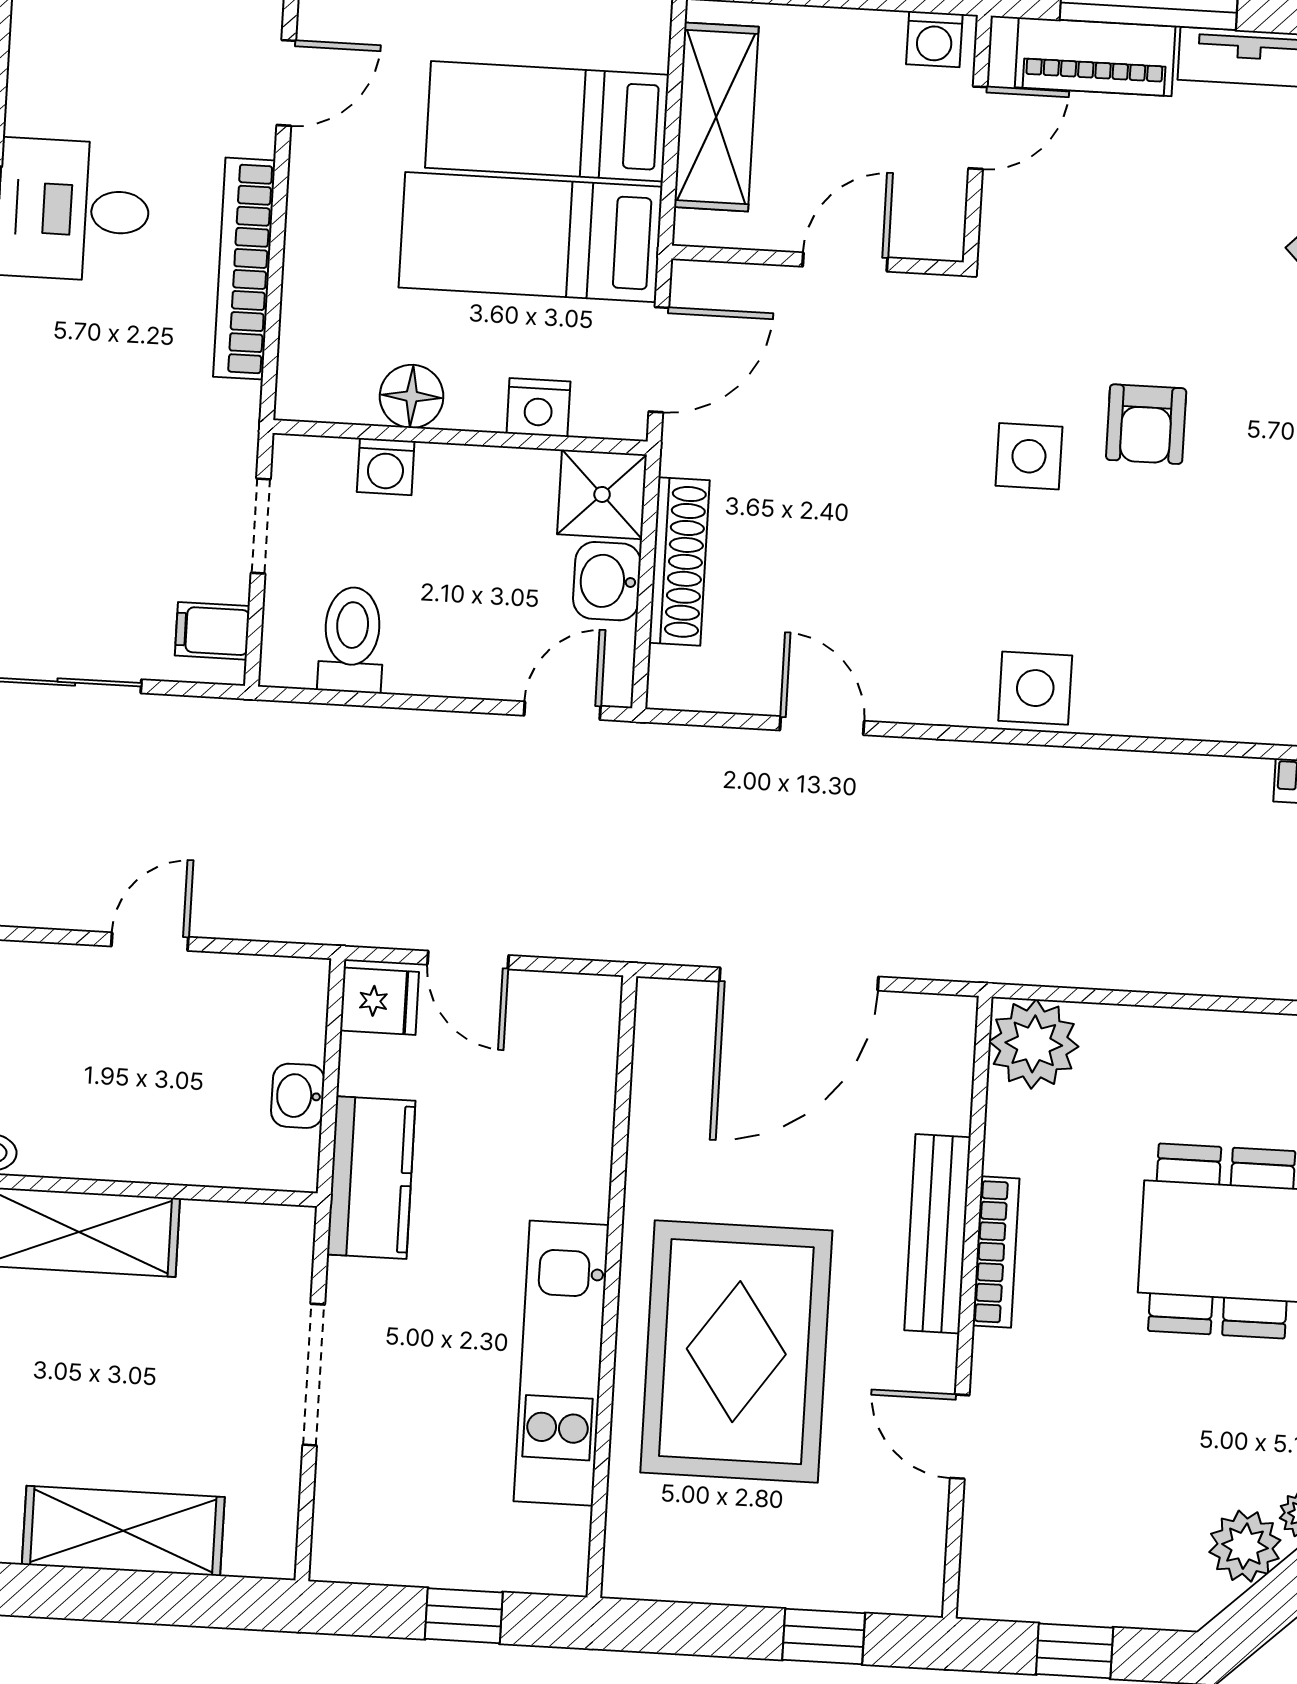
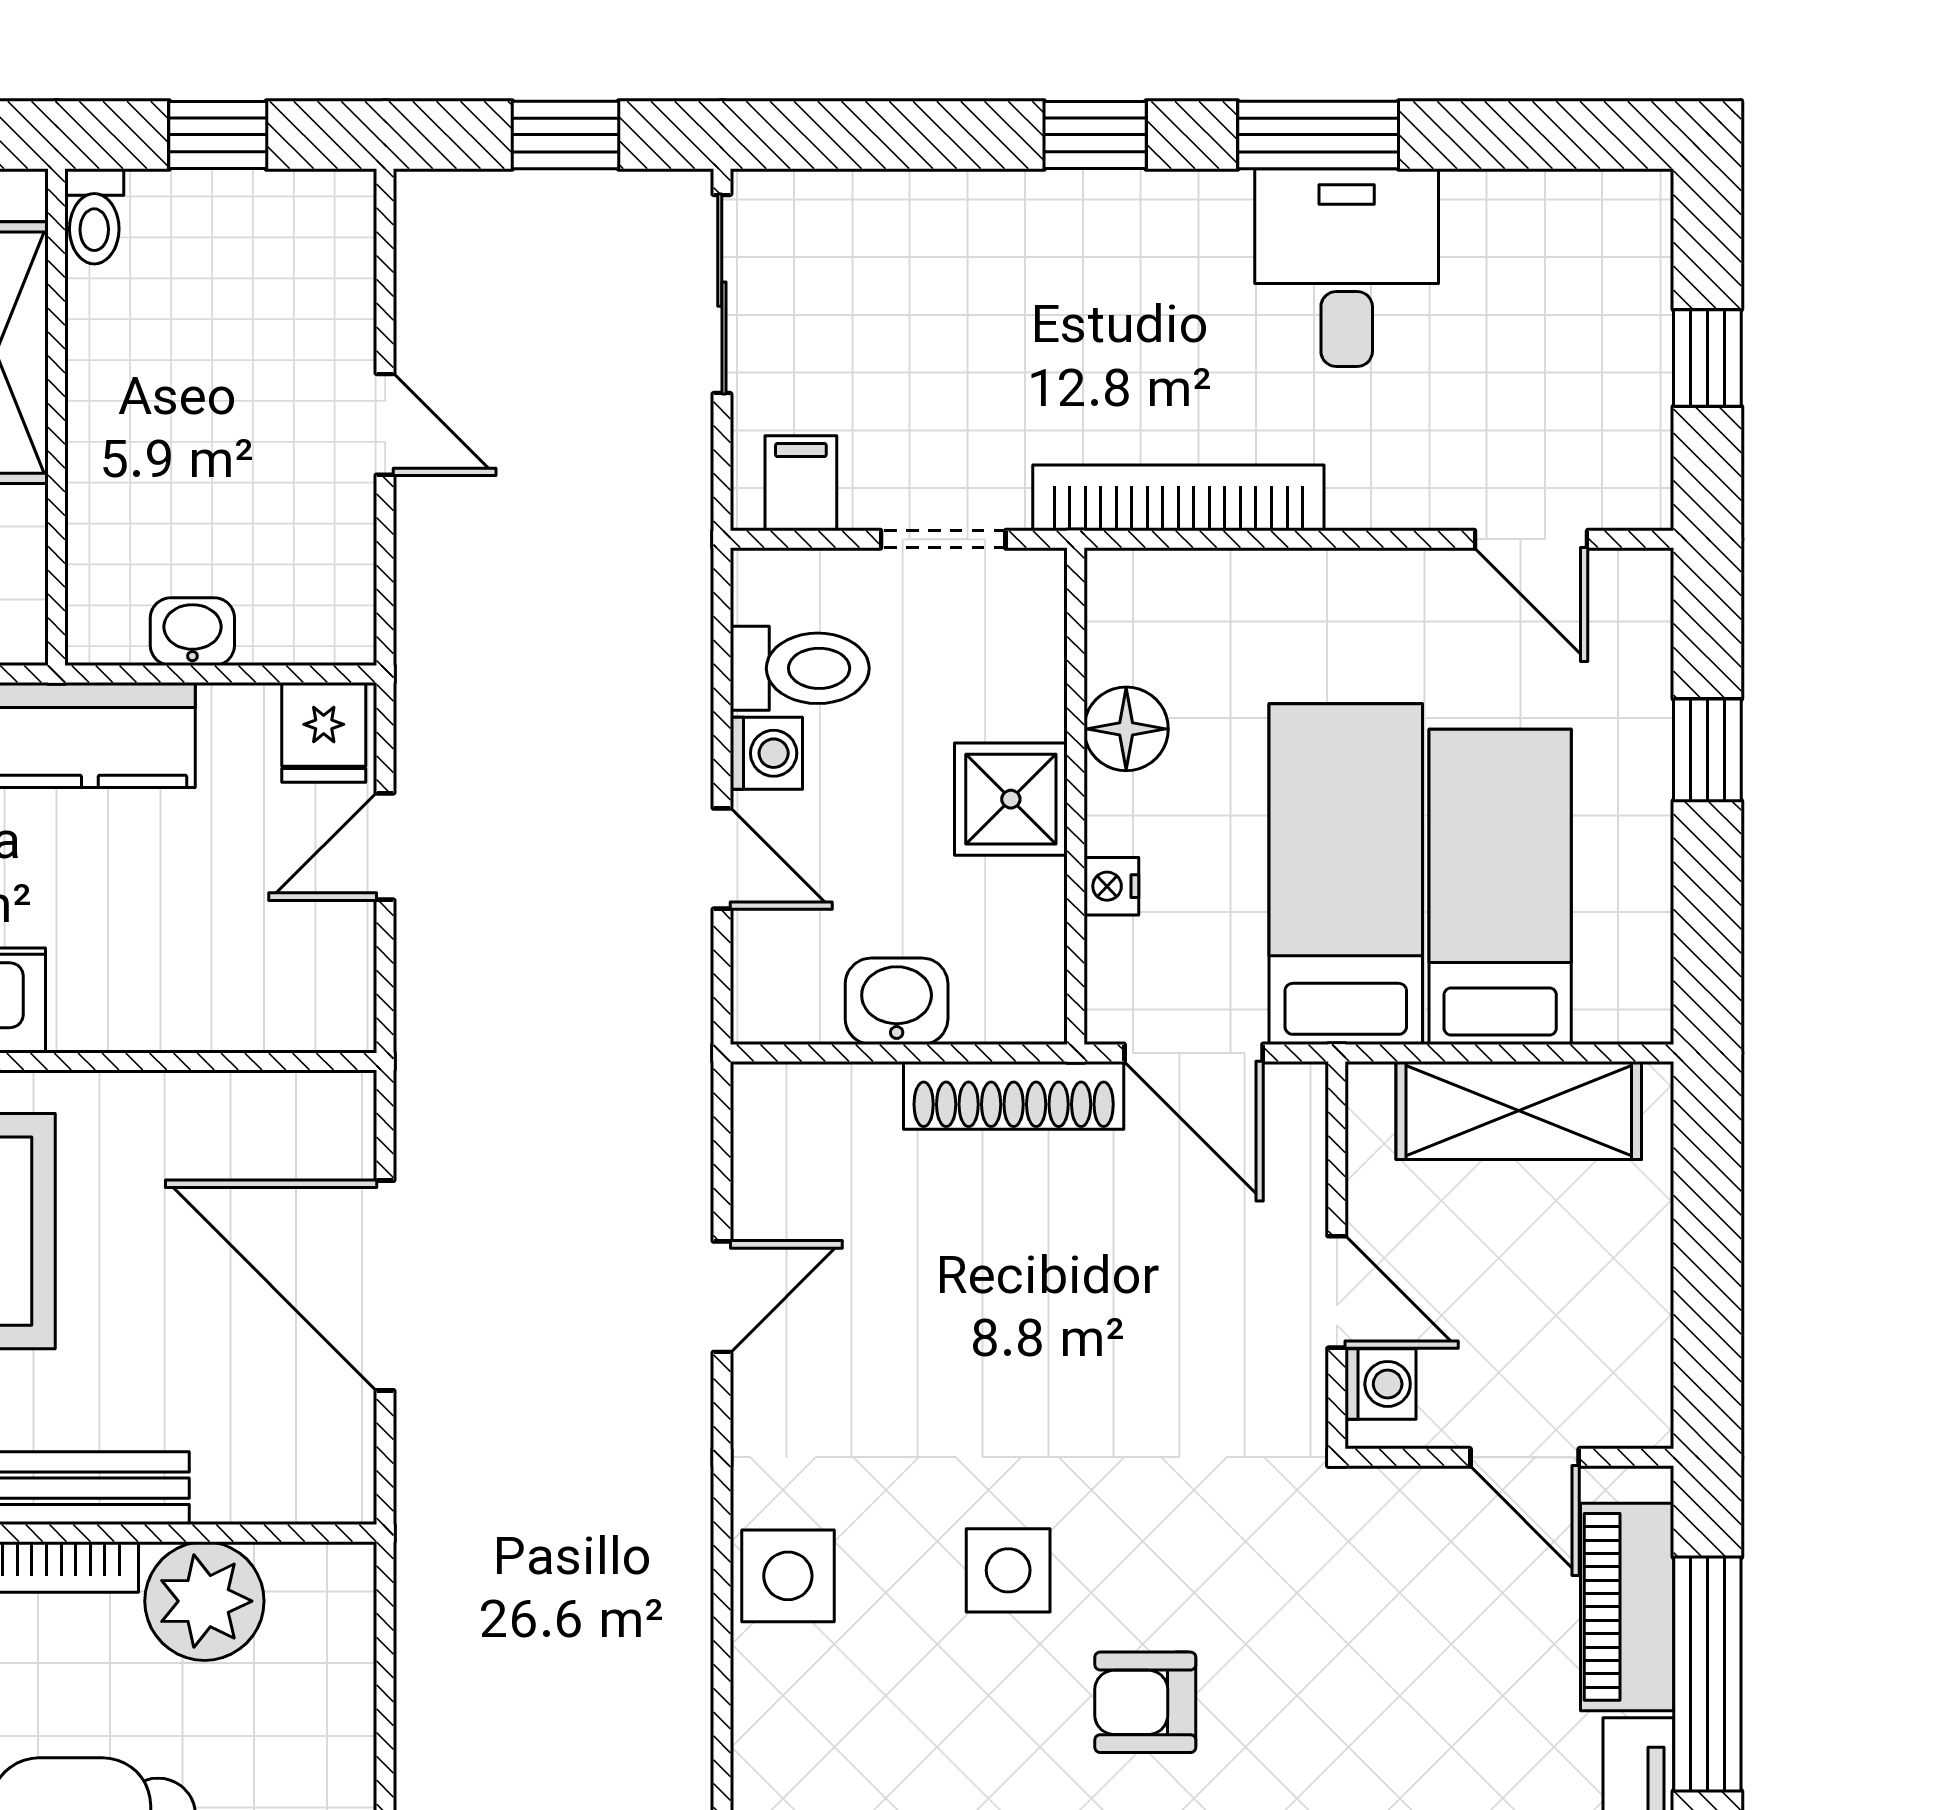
washing machine: (934, 39) -> (1381, 1384), moved, turned 180
bookcase: (244, 269) -> (1178, 498), moved
nightstand: (538, 407) -> (1111, 886), width x0.72, depth x0.74
side table: (1029, 456) -> (1008, 1570), moved
washing machine: (386, 467) -> (766, 753), moved, turned 180
shower: (602, 494) -> (1011, 799), moved
shoe rack: (679, 562) -> (1014, 1095), moved
door: (562, 711) -> (722, 859), moved
plant: (1034, 1044) -> (204, 1601), moved

